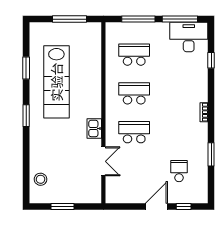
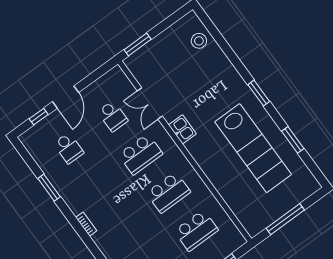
lab bench: (56, 82) -> (253, 148), turned 180
school desk: (134, 171) -> (113, 116), added
window: (63, 207) -> (138, 44), moved

